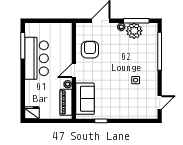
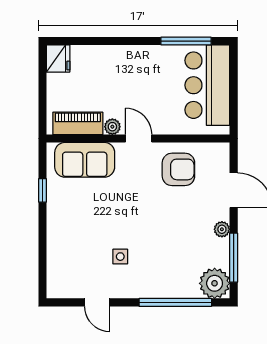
plant: (134, 31) -> (215, 283), moved
bar counter: (37, 58) -> (207, 85), moved, turned 90
door: (160, 102) -> (97, 302), moved

